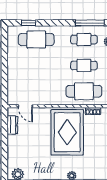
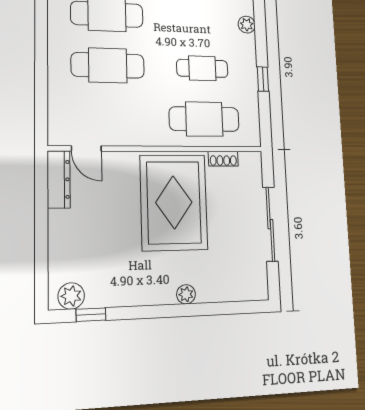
cafe table: (84, 40) -> (108, 65), moved, width x1.37, depth x1.35
dresser: (12, 125) -> (59, 179), width x1.44

